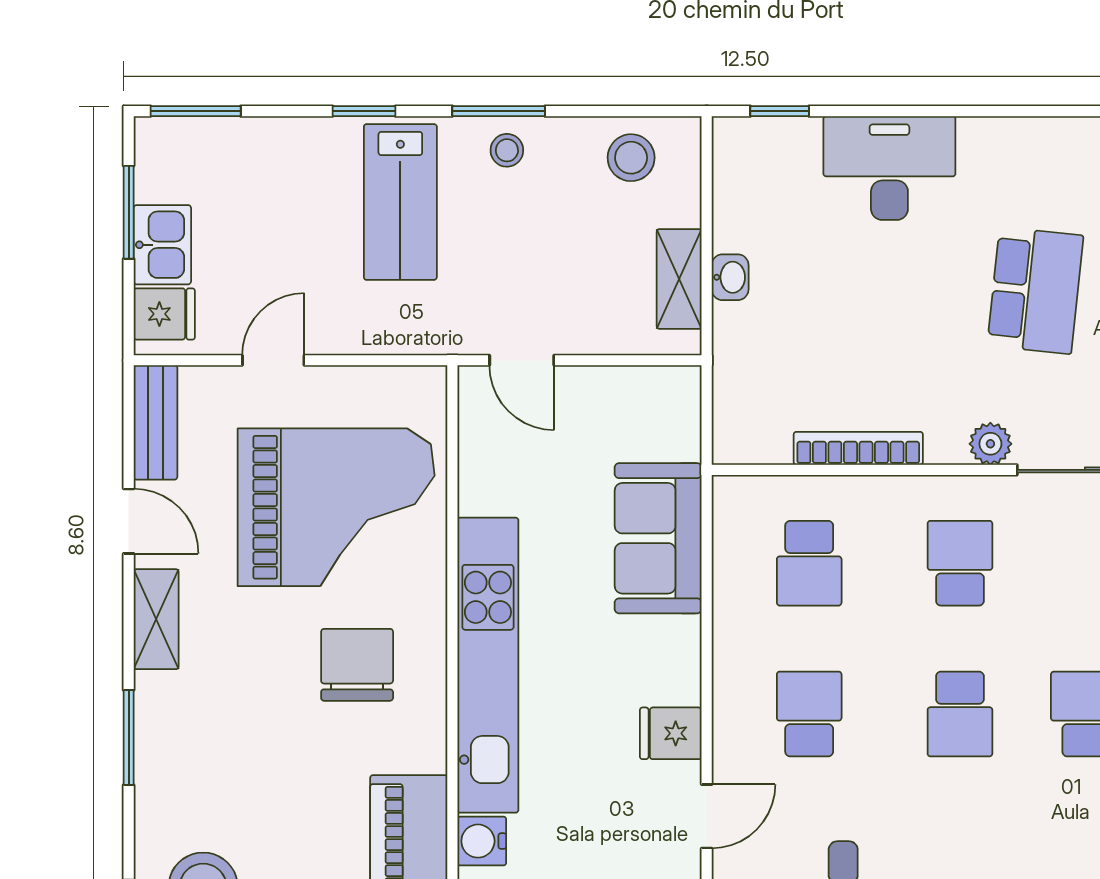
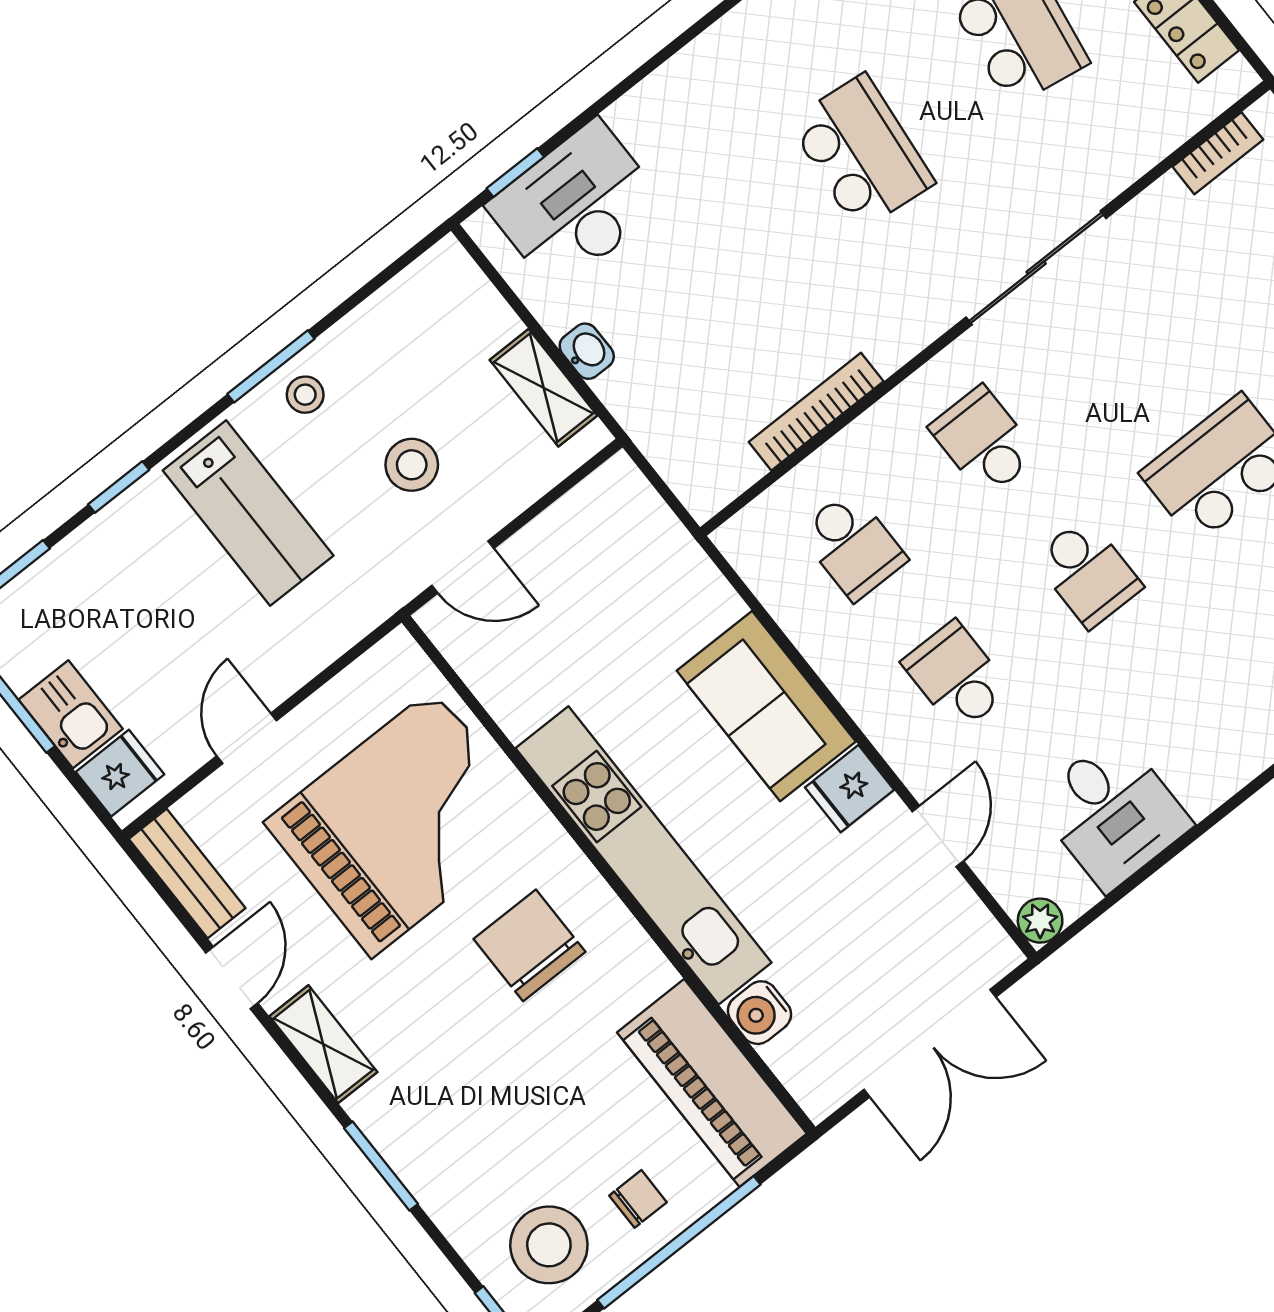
window: (364, 111) -> (119, 487), moved
stool: (631, 158) -> (412, 465), moved
desk: (889, 168) -> (576, 205), moved
plant: (990, 444) -> (928, 317), removed
door: (129, 521) -> (232, 978), hinge flipped
sofa: (658, 538) -> (766, 706), moved

